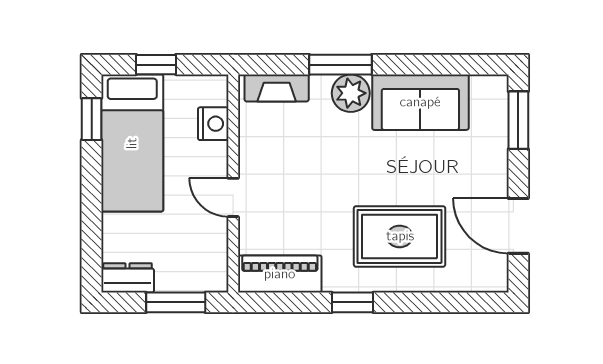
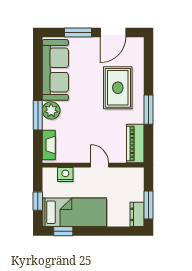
sofa: (420, 102) -> (55, 70), width x1.36
window: (518, 120) -> (78, 32), moved
door: (233, 197) -> (100, 165), swing flipped
window: (176, 302) -> (148, 205), moved
window: (352, 302) -> (148, 110), width x1.50

